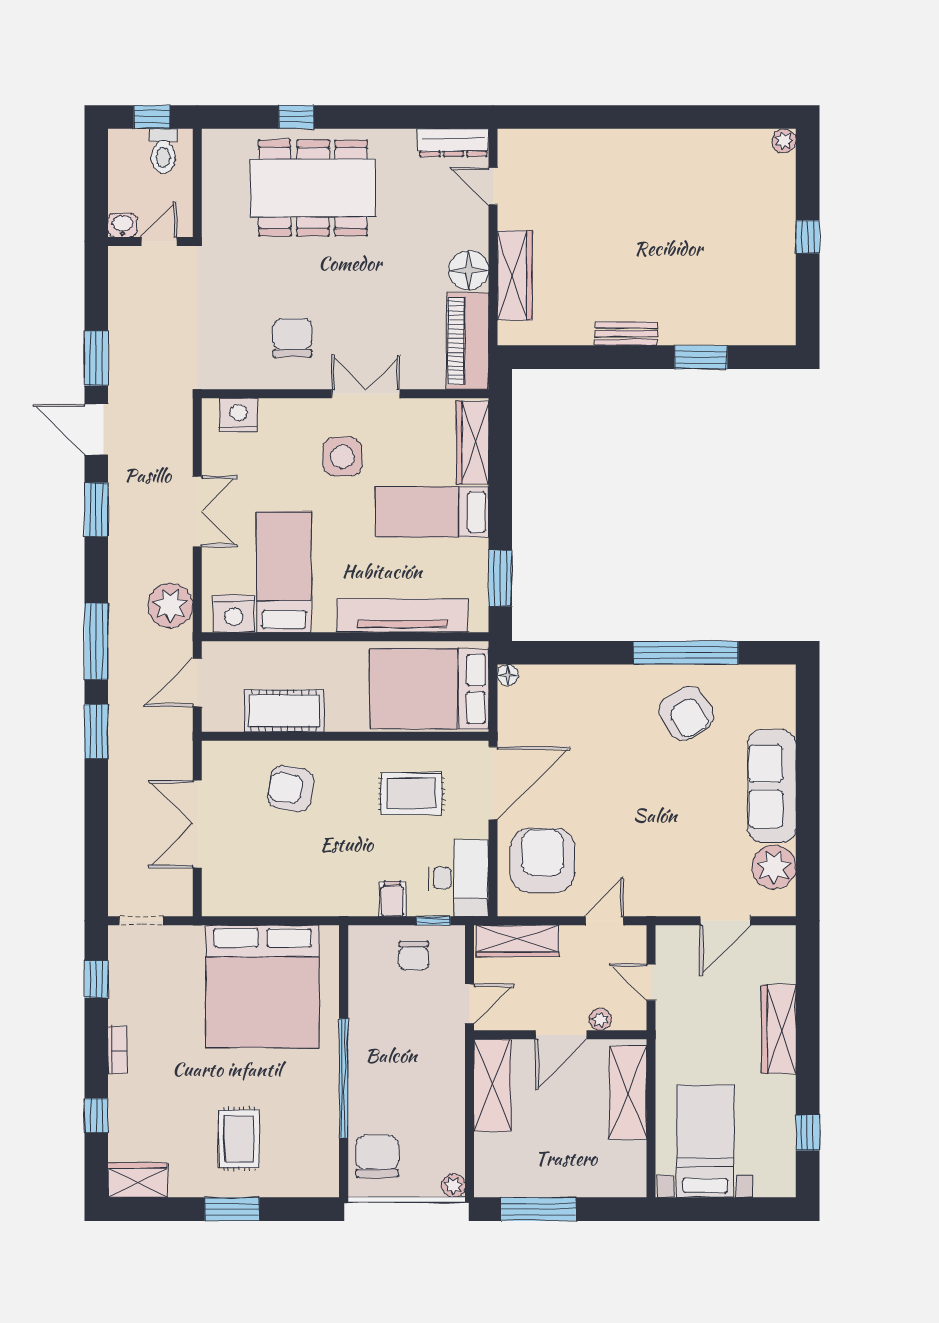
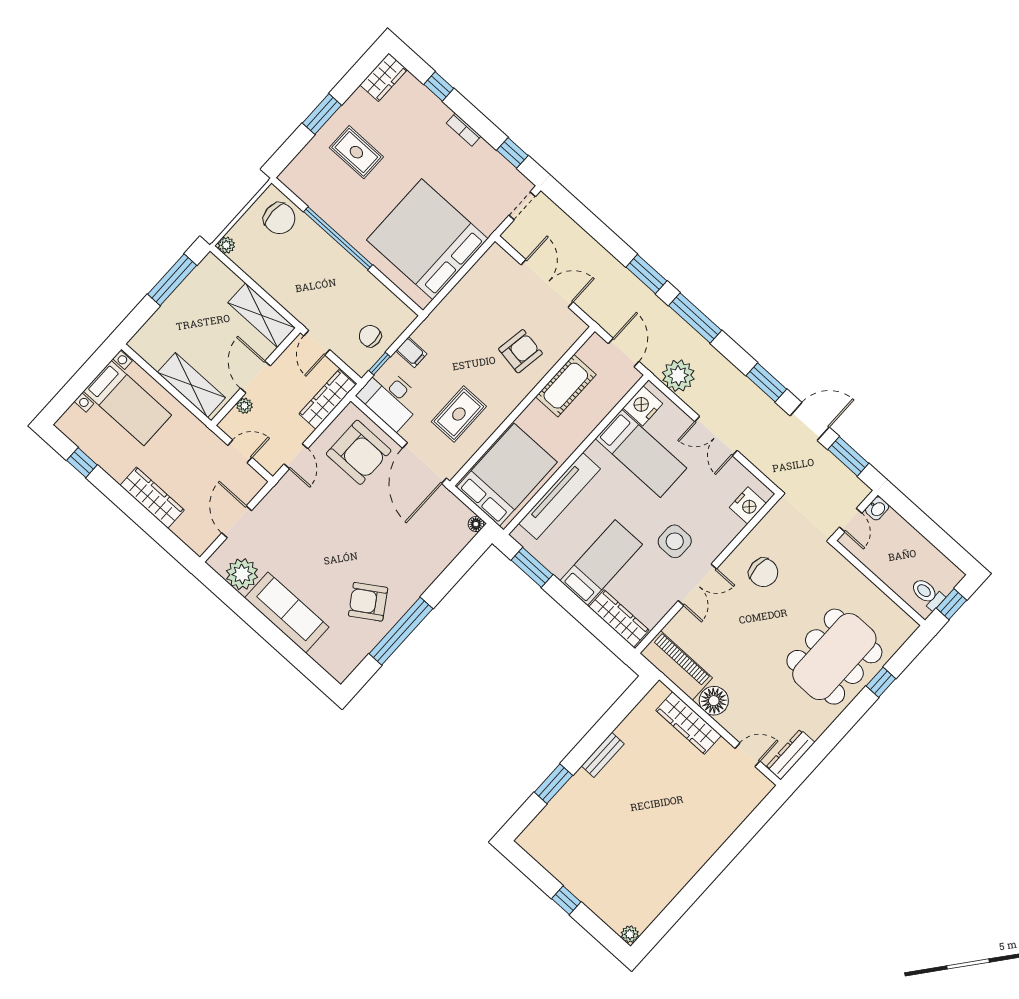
washbasin: (123, 225) -> (877, 508), moved
wall: (150, 241) -> (855, 515), moved
door: (159, 241) -> (851, 520), moved

